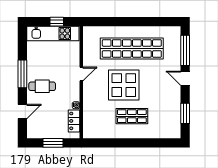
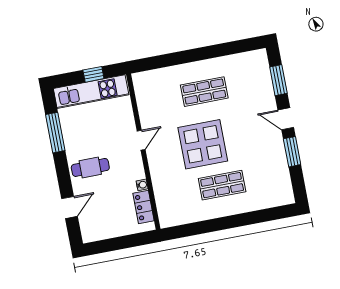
shop shelf: (132, 48) -> (204, 92), width x0.50, depth x0.74
window: (185, 50) -> (278, 80), width x0.69
window: (22, 74) -> (55, 133), moved
window: (185, 113) -> (292, 152), moved
window: (53, 143) -> (120, 243), removed

